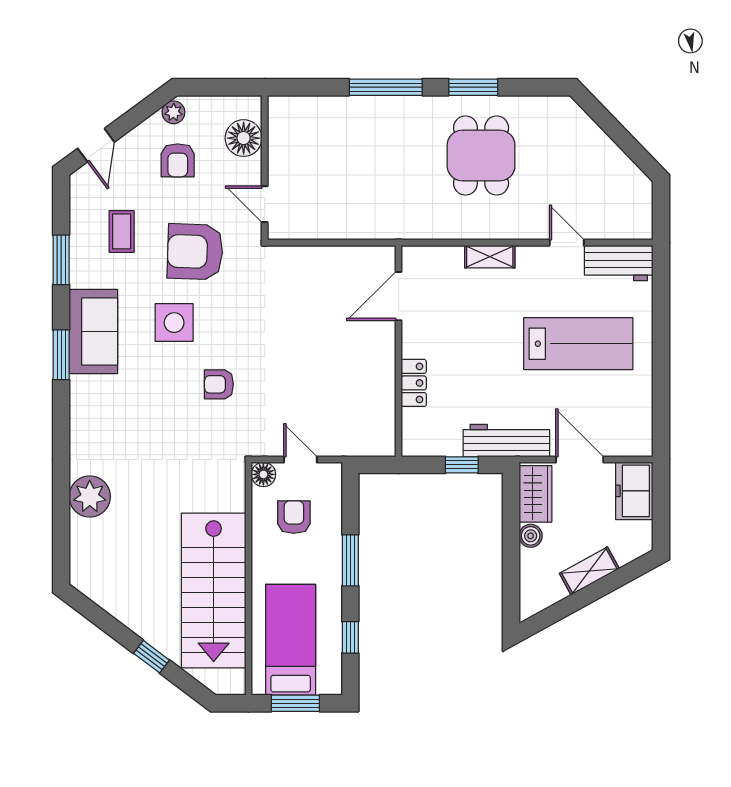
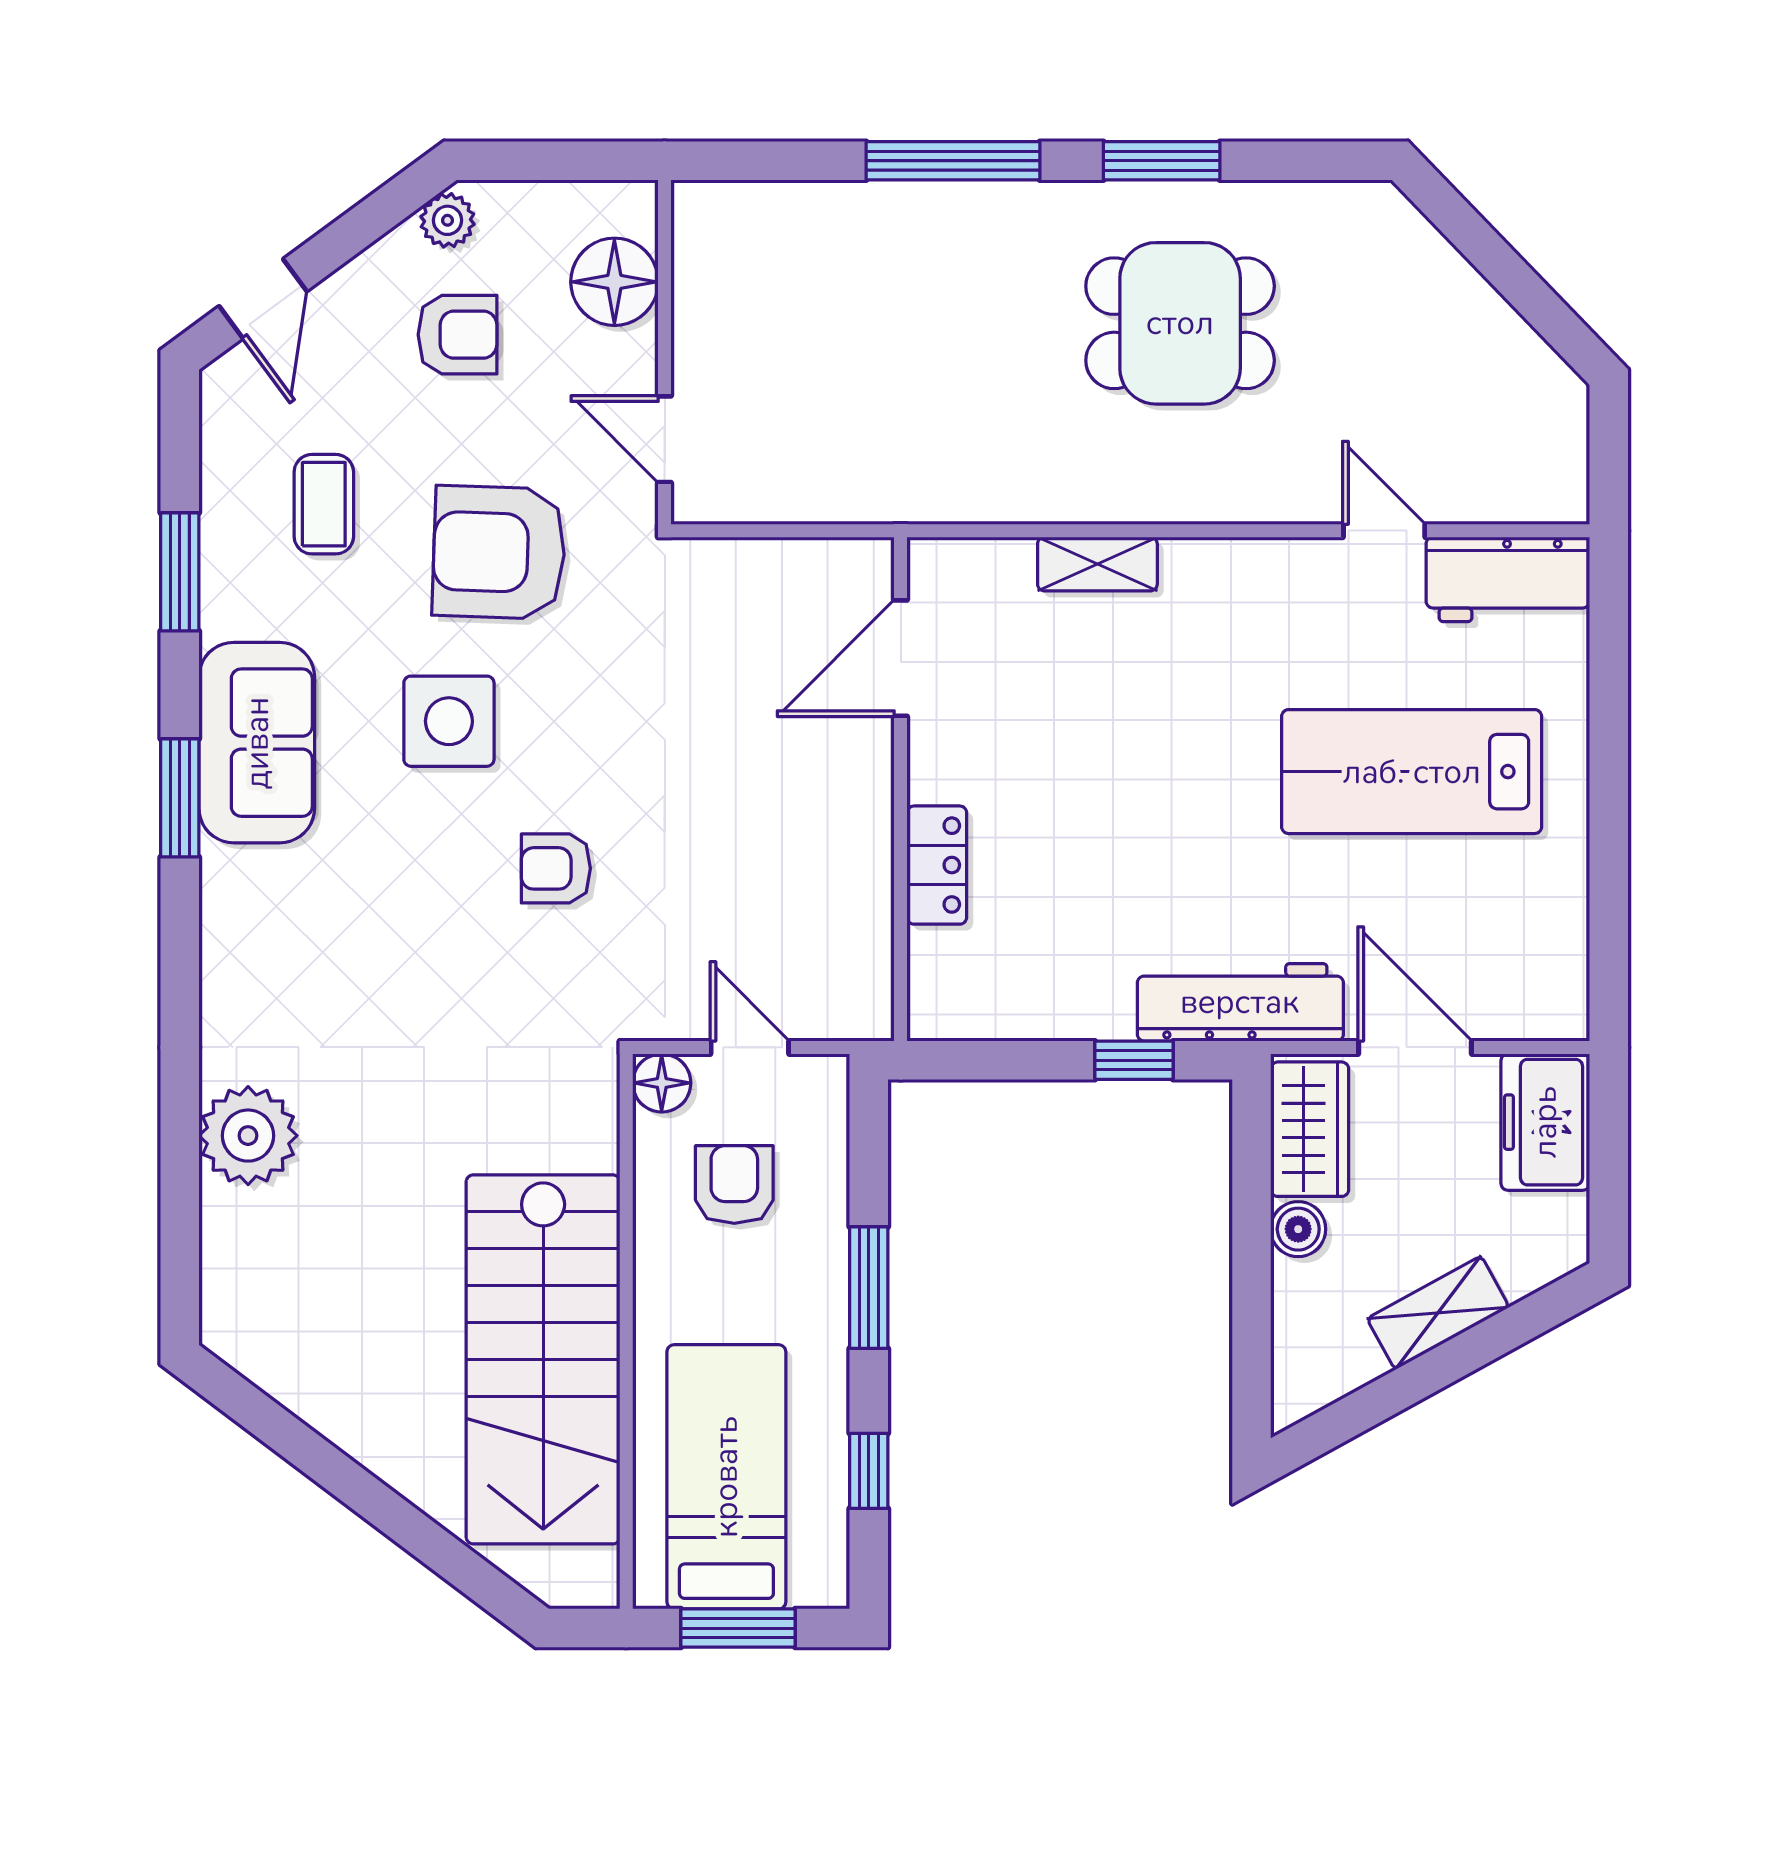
dining table: (481, 156) -> (1180, 323), turned 90
armchair: (178, 160) -> (458, 335), turned -90
shelving: (490, 257) -> (1097, 564), moved
door: (399, 296) -> (901, 658), moved
lab bench: (578, 344) -> (1412, 772), turned 180
wall: (399, 351) -> (901, 789), moved
locker: (414, 383) -> (937, 865), moved
window: (151, 657) -> (395, 1517), removed

